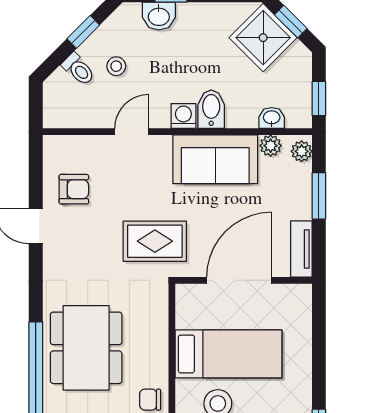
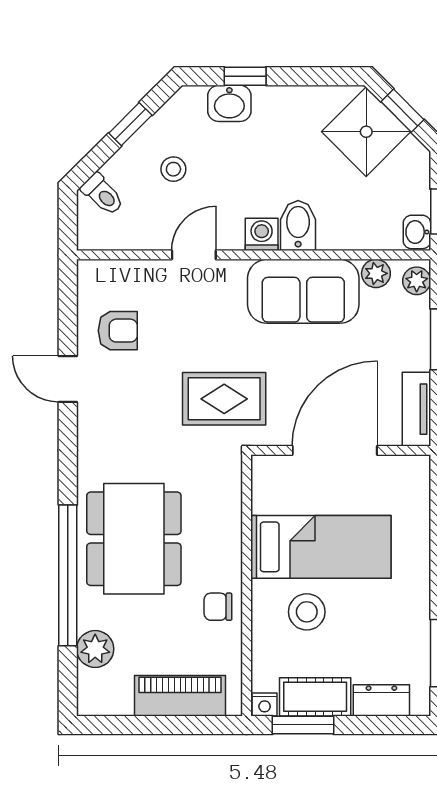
toilet: (78, 69) -> (103, 194), moved
washbasin: (272, 118) -> (417, 232), moved, turned -90

